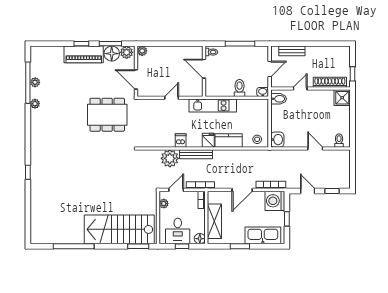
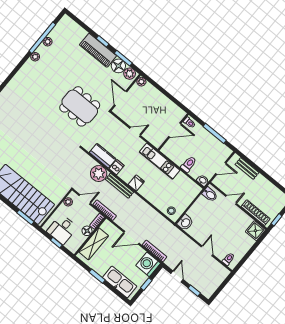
door: (204, 69) -> (175, 130), swing flipped
kitchen counter: (229, 140) -> (103, 156), moved
floor lamp: (200, 239) -> (87, 231), moved

